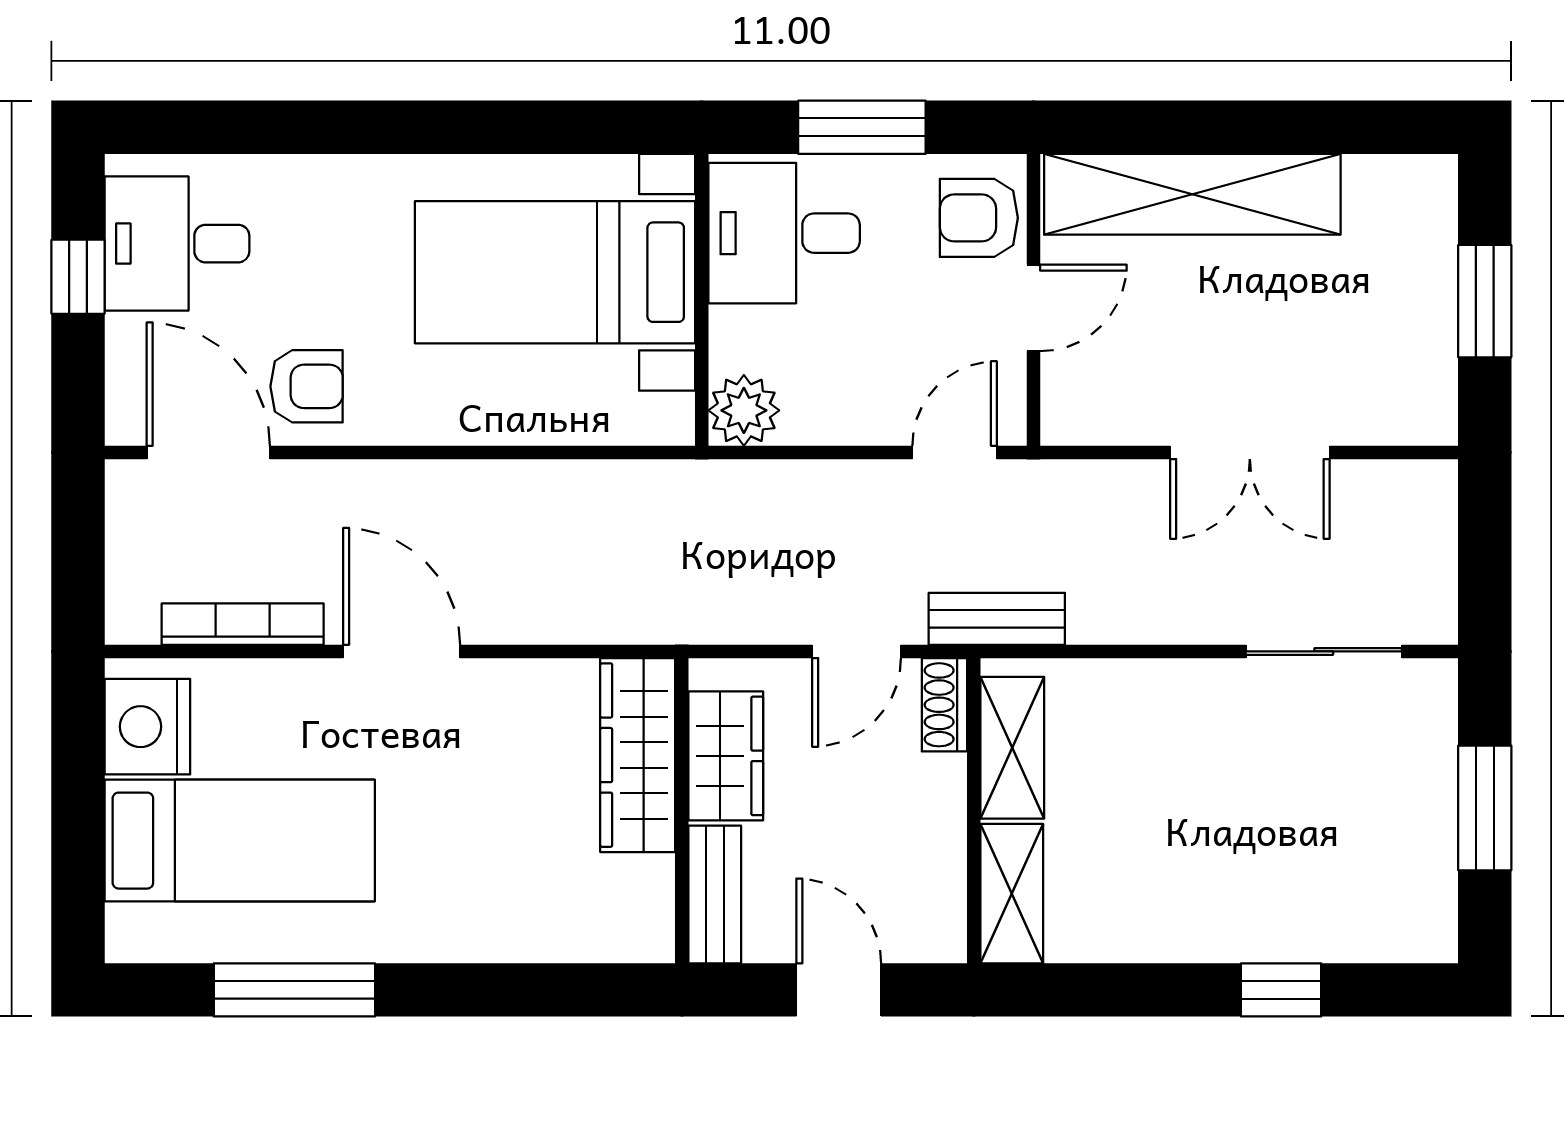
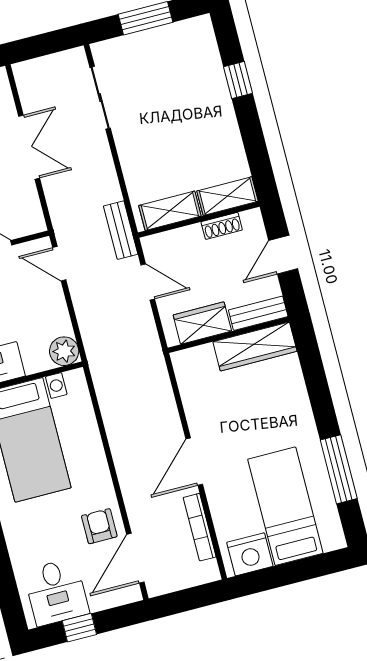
shoe rack: (945, 705) -> (222, 226), moved
wardrobe: (638, 755) -> (255, 346), moved

